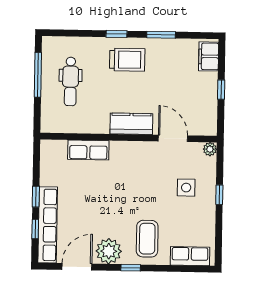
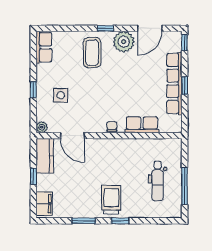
trolley: (127, 60) -> (111, 200), turned 90
dental chair: (70, 81) -> (158, 181), turned 180
kitchen counter: (131, 124) -> (45, 156), moved, turned -90
chair: (125, 148) -> (112, 127), added
row of seats: (48, 225) -> (174, 83), moved
window: (35, 229) -> (185, 43), moved
row of seats: (190, 256) -> (44, 47), moved, turned -90

